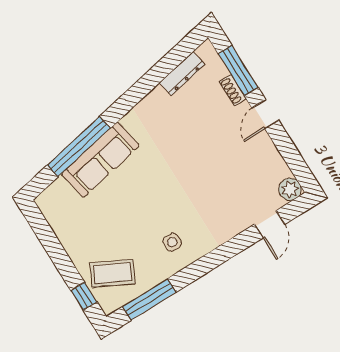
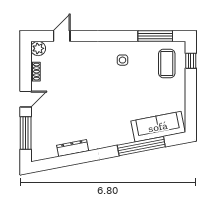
dresser: (182, 74) -> (73, 148), moved
shoe rack: (233, 90) -> (35, 72), moved
sofa: (100, 160) -> (158, 127), moved
coffee table: (112, 273) -> (167, 64), turned 63

